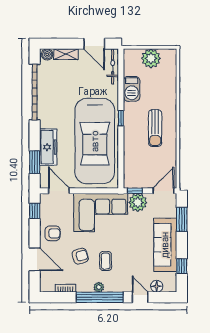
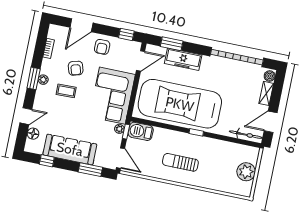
barbecue: (132, 89) -> (141, 131), moved
plant: (138, 202) -> (119, 129), width x0.53, depth x0.53
window: (100, 297) -> (34, 78), width x0.47

